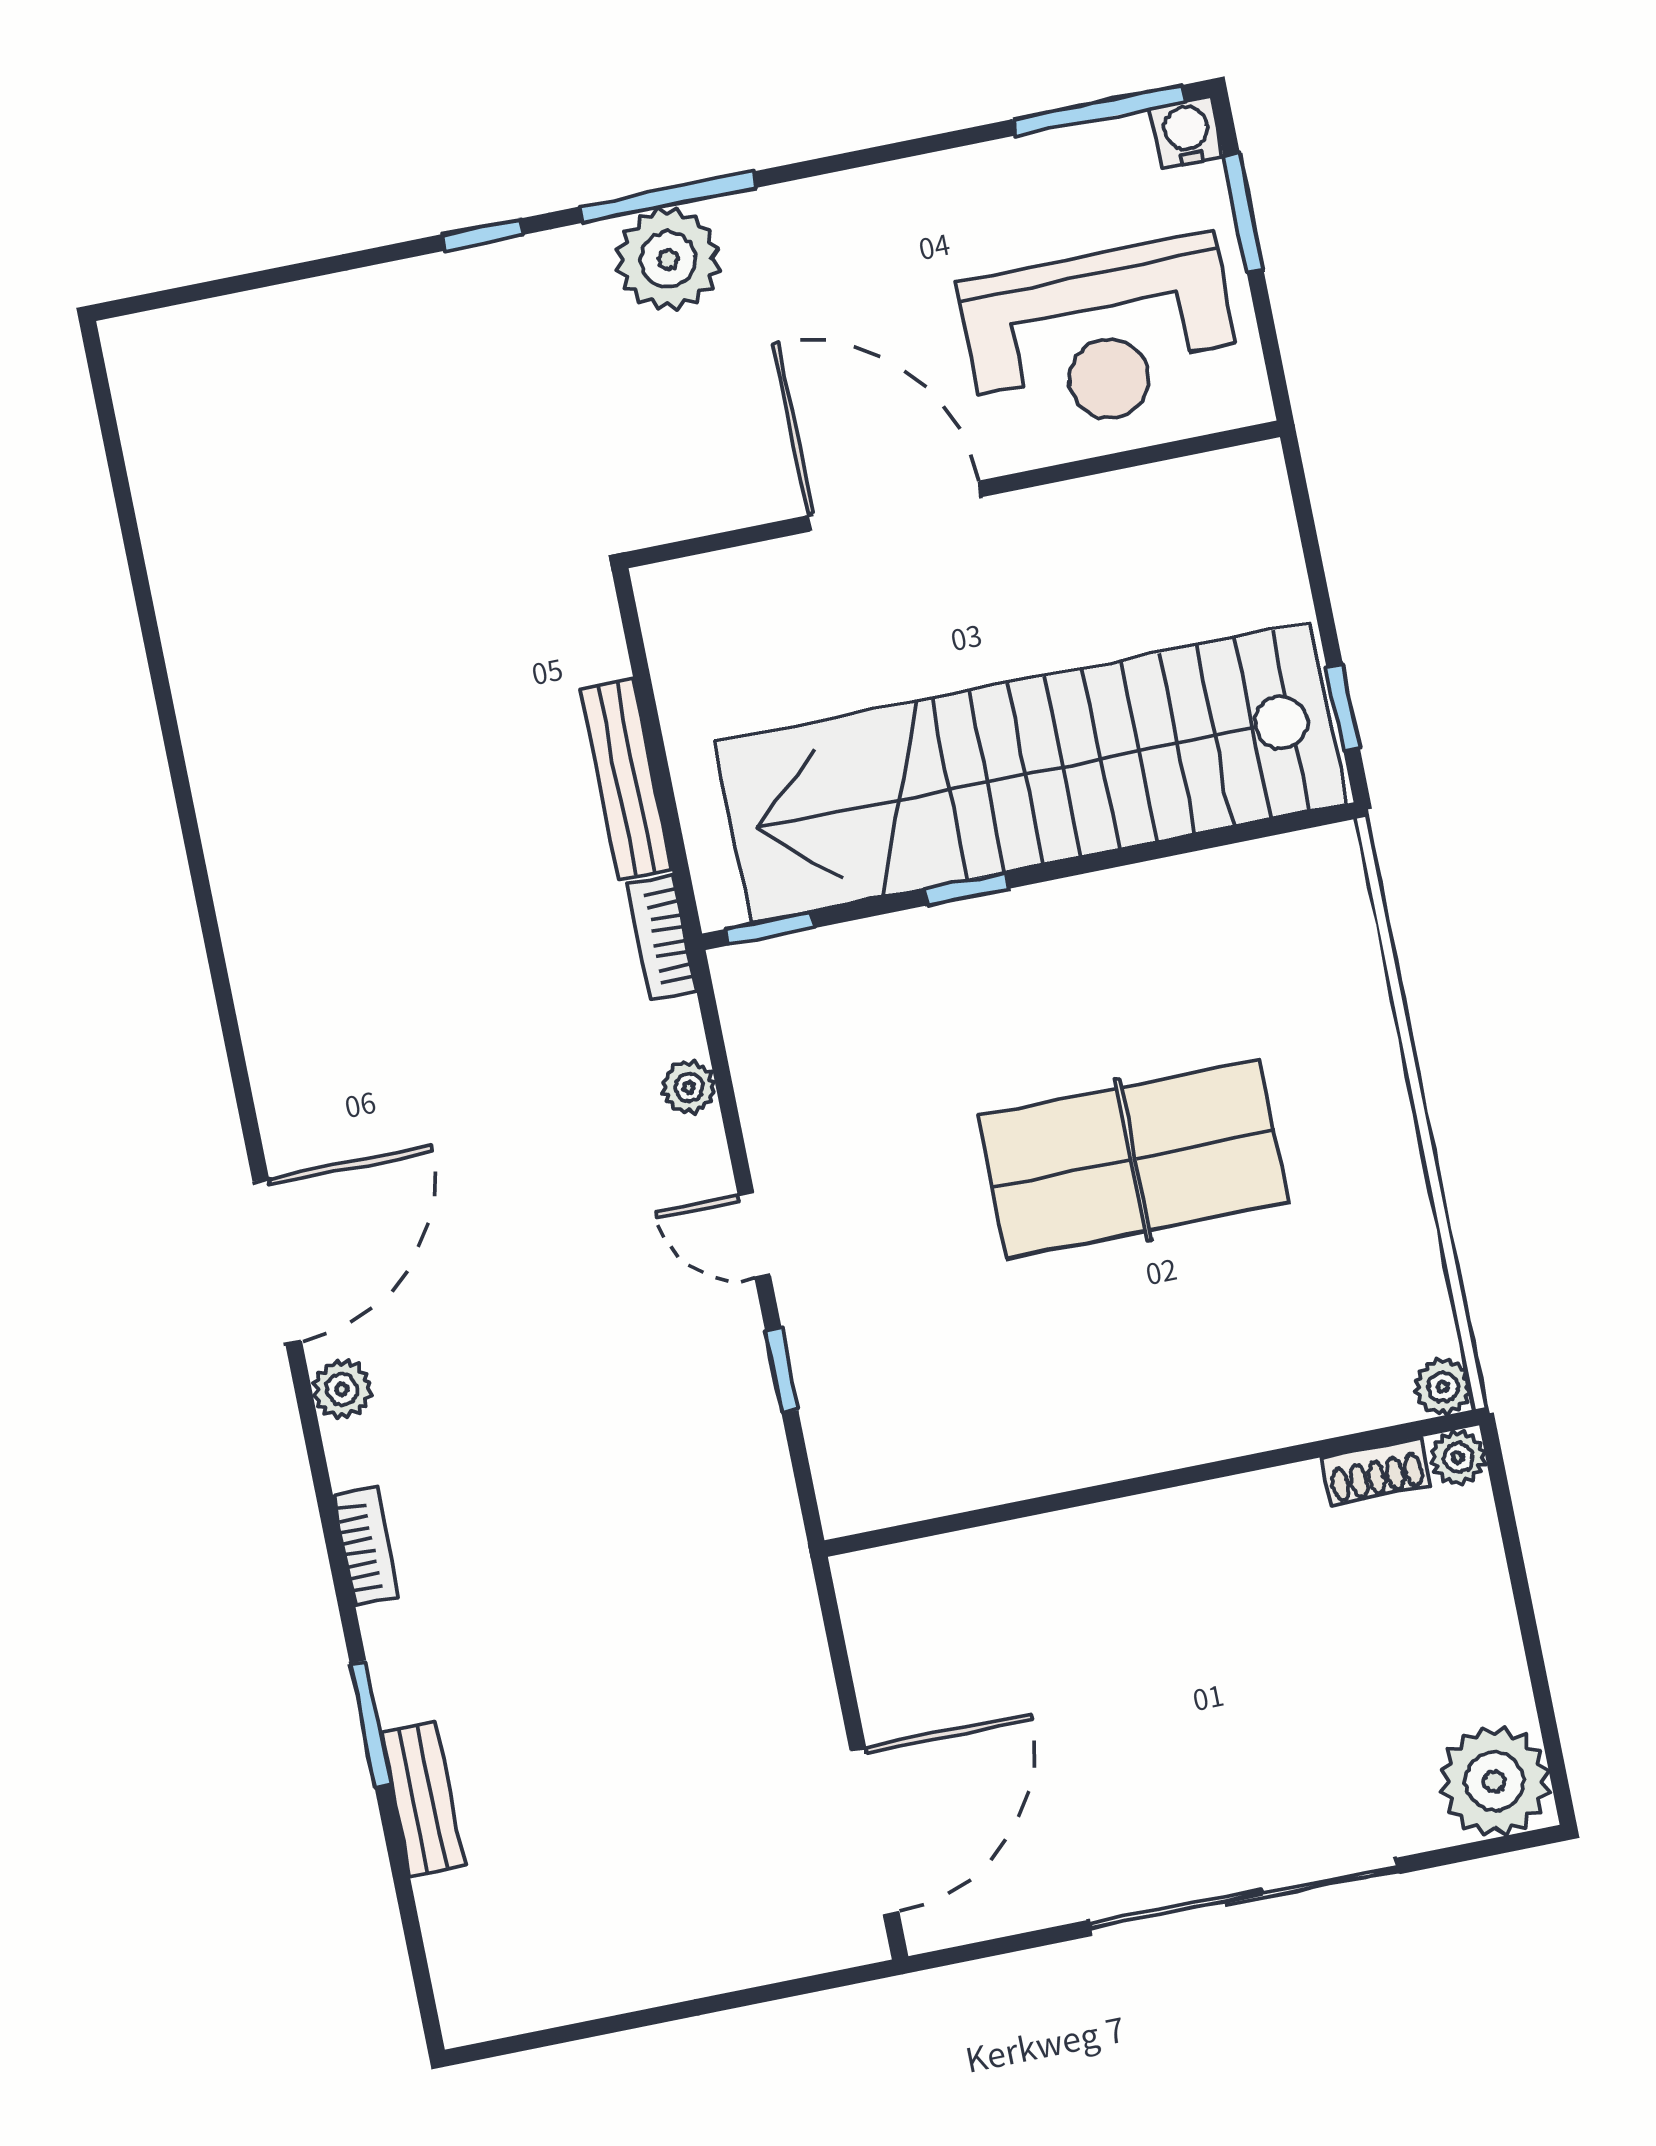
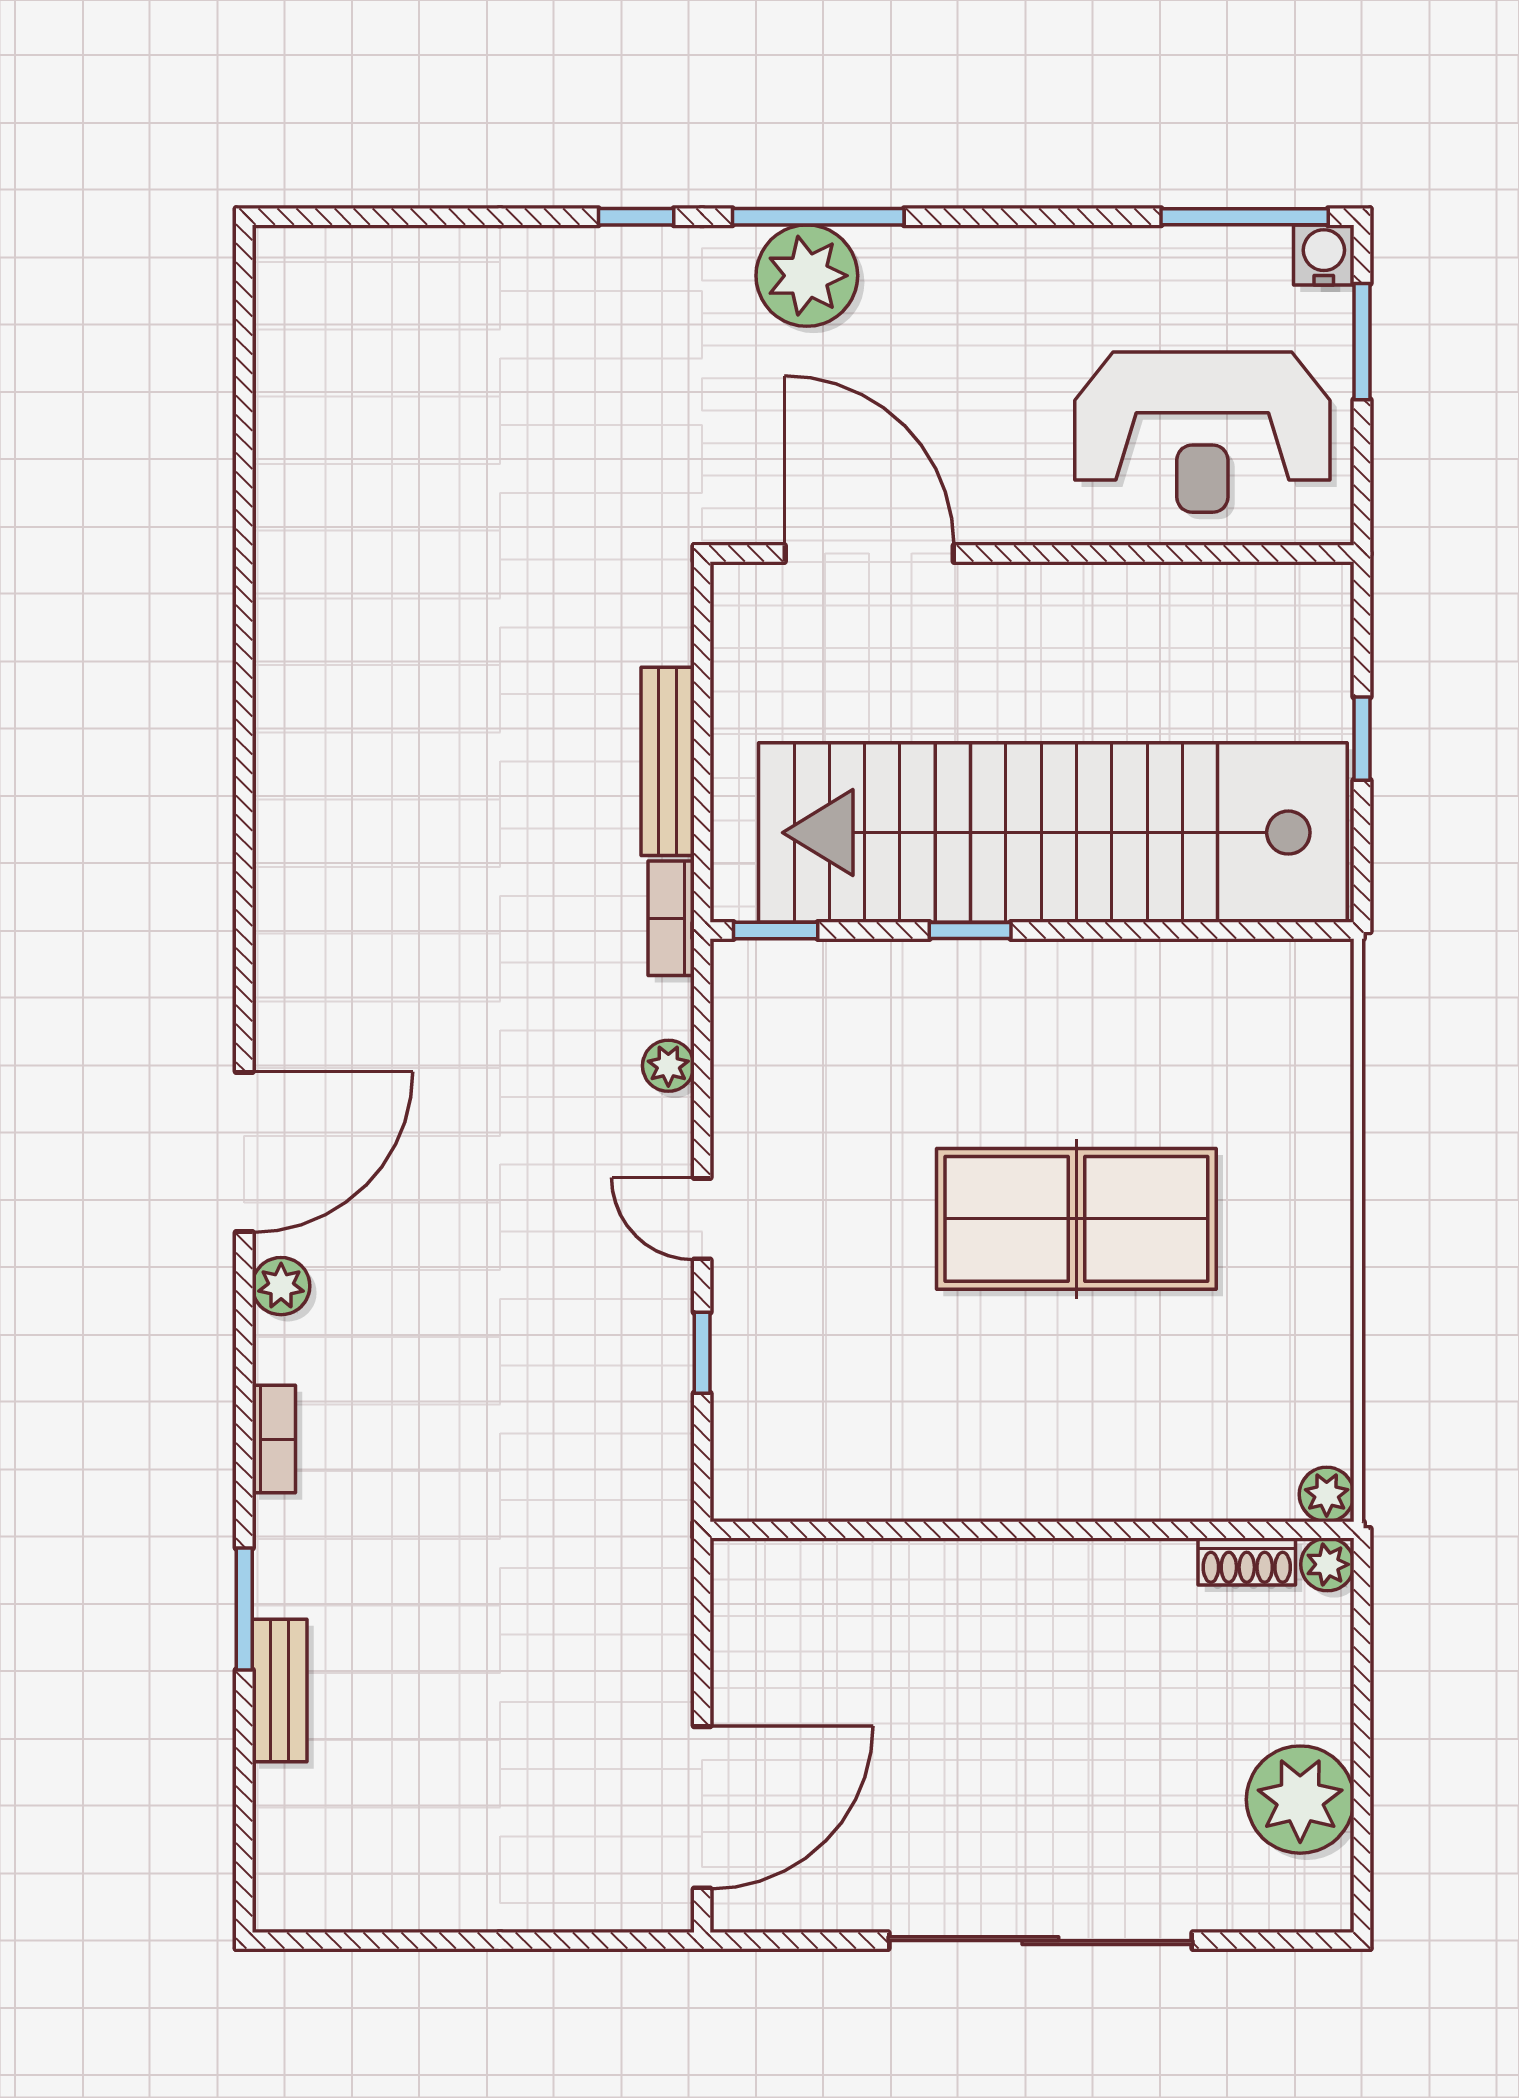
door: (894, 506) -> (869, 553), moved
window: (1343, 708) -> (1362, 739), moved
plant: (1494, 1781) -> (1300, 1800), moved

